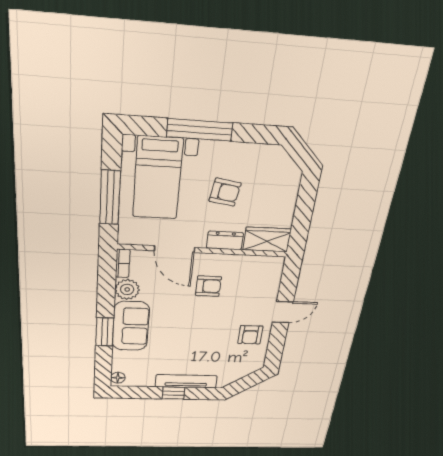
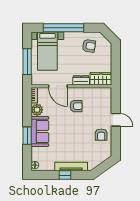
window: (200, 130) -> (64, 28), width x1.46
armchair: (225, 192) -> (89, 46), moved
door: (283, 312) -> (116, 120), hinge flipped

